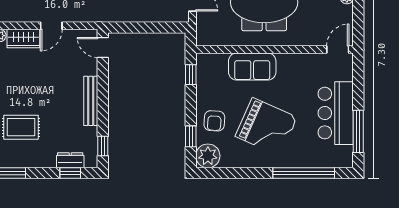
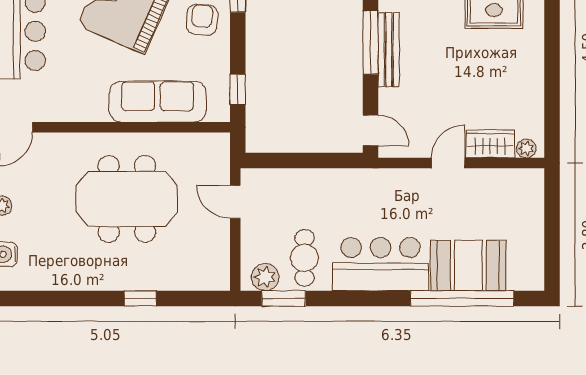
sofa: (252, 67) -> (158, 102), width x1.36
window: (103, 106) -> (371, 43), added

